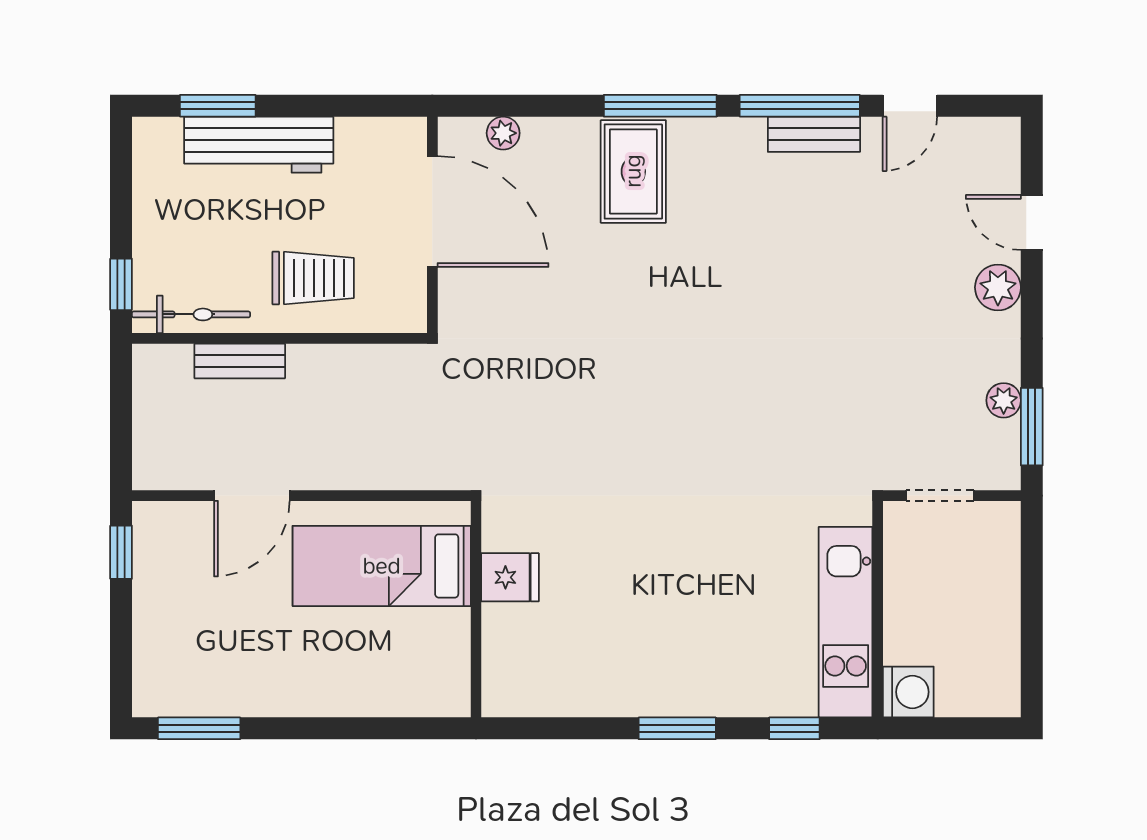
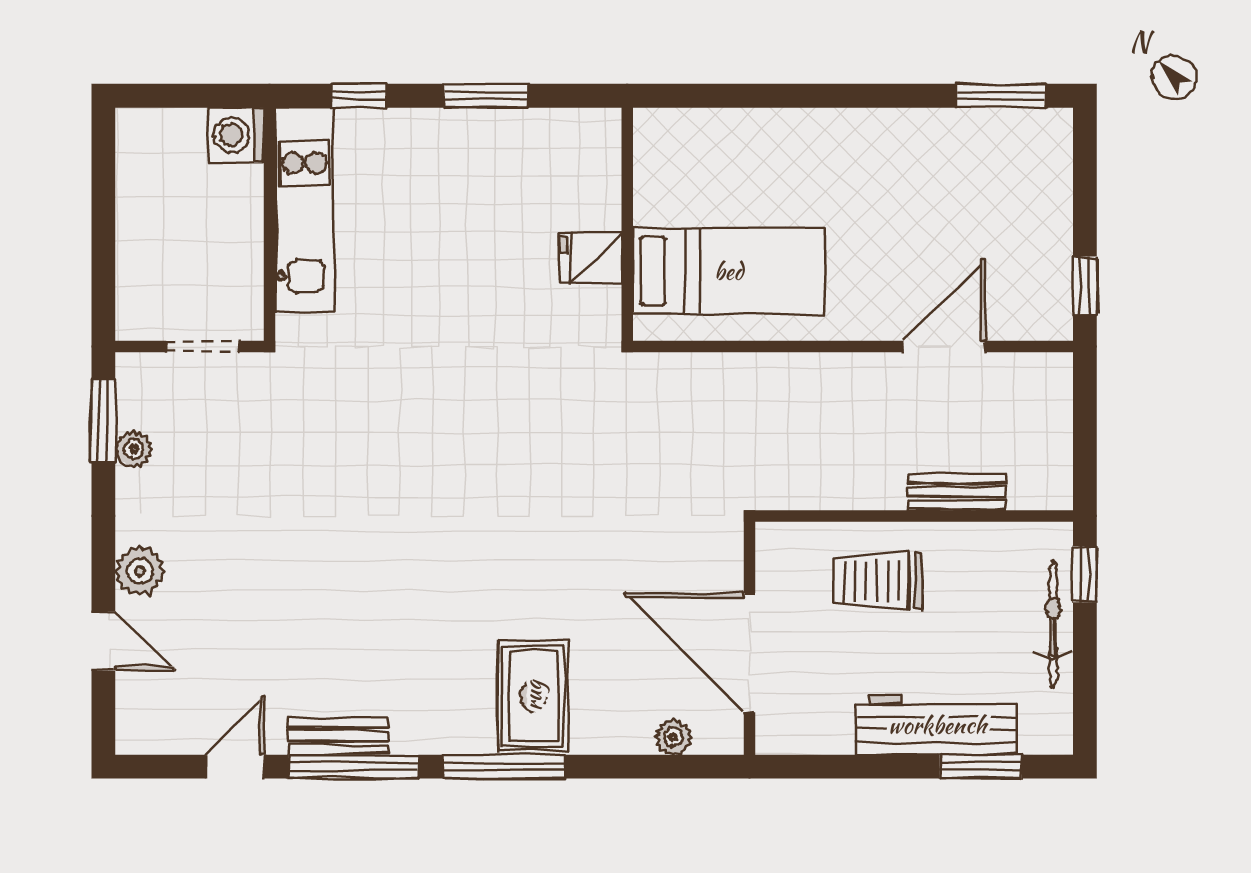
bicycle: (191, 314) -> (1053, 624), moved, turned 90
bed: (382, 566) -> (729, 271), moved
fridge: (510, 577) -> (590, 259), moved
wall: (476, 609) -> (627, 224), moved

